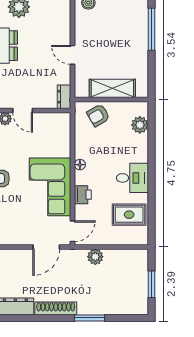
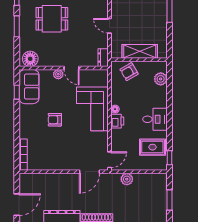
corner sofa: (50, 187) -> (92, 109), moved
printer: (83, 195) -> (117, 121), moved
window: (151, 229) -> (169, 158), added

